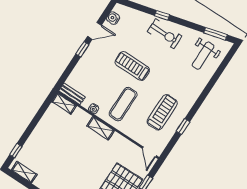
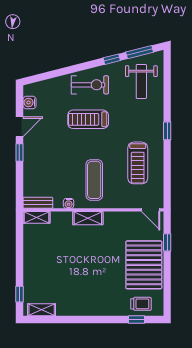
window: (162, 15) -> (112, 59), moved
treadmill: (132, 66) -> (88, 119), moved
treadmill: (162, 112) -> (138, 163), turned 180
window: (183, 126) -> (167, 131), moved

